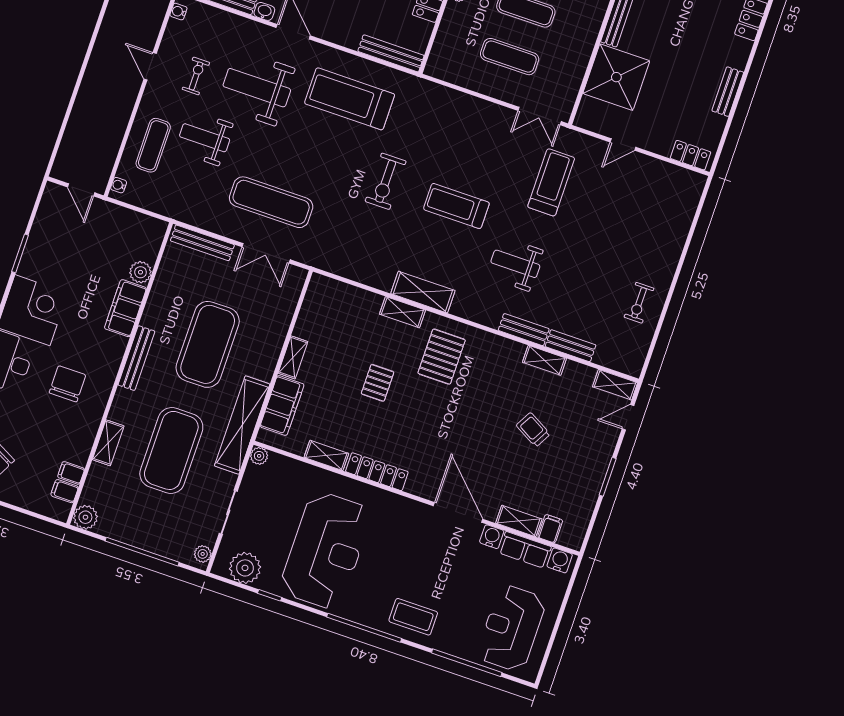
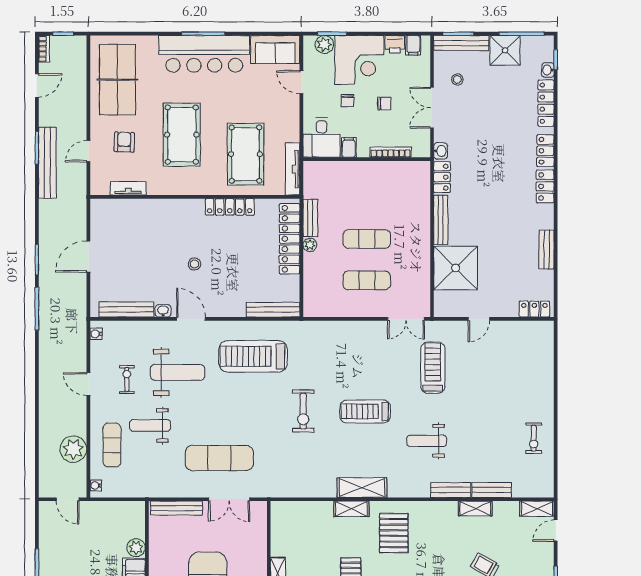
weight bench: (257, 88) -> (178, 372), turned 180
plant: (107, 135) -> (73, 449), added

